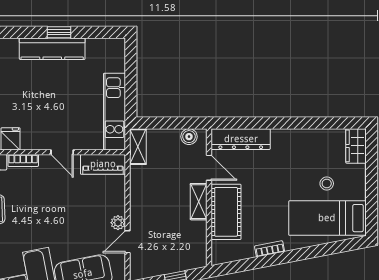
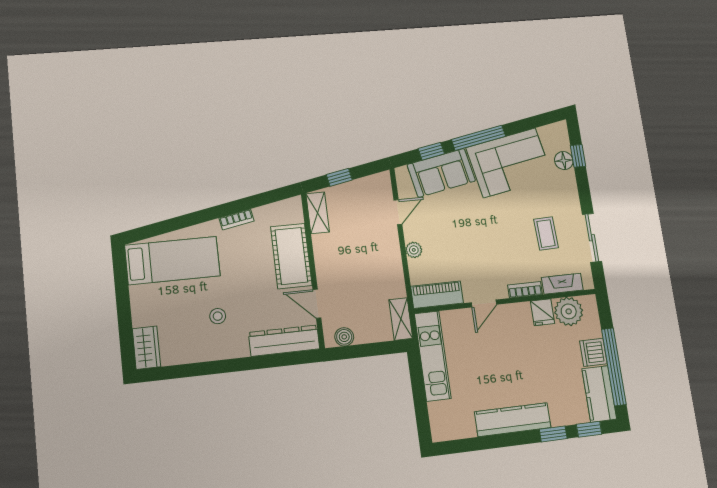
window: (59, 32) -> (553, 434), moved
door: (62, 152) -> (484, 304), swing flipped
stool: (327, 184) -> (218, 316), moved
shelving: (199, 202) -> (318, 213), moved
plant: (118, 223) -> (414, 250), moved

